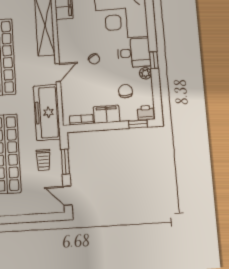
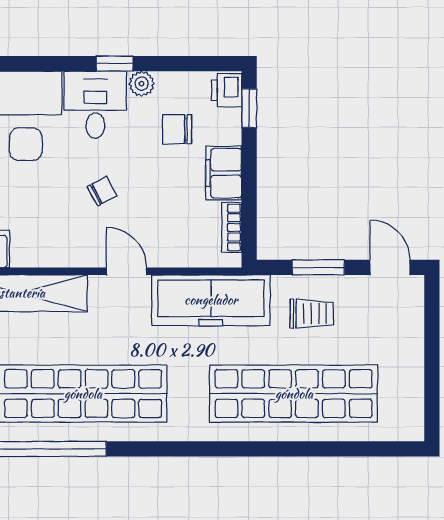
door: (67, 196) -> (390, 267), swing flipped

